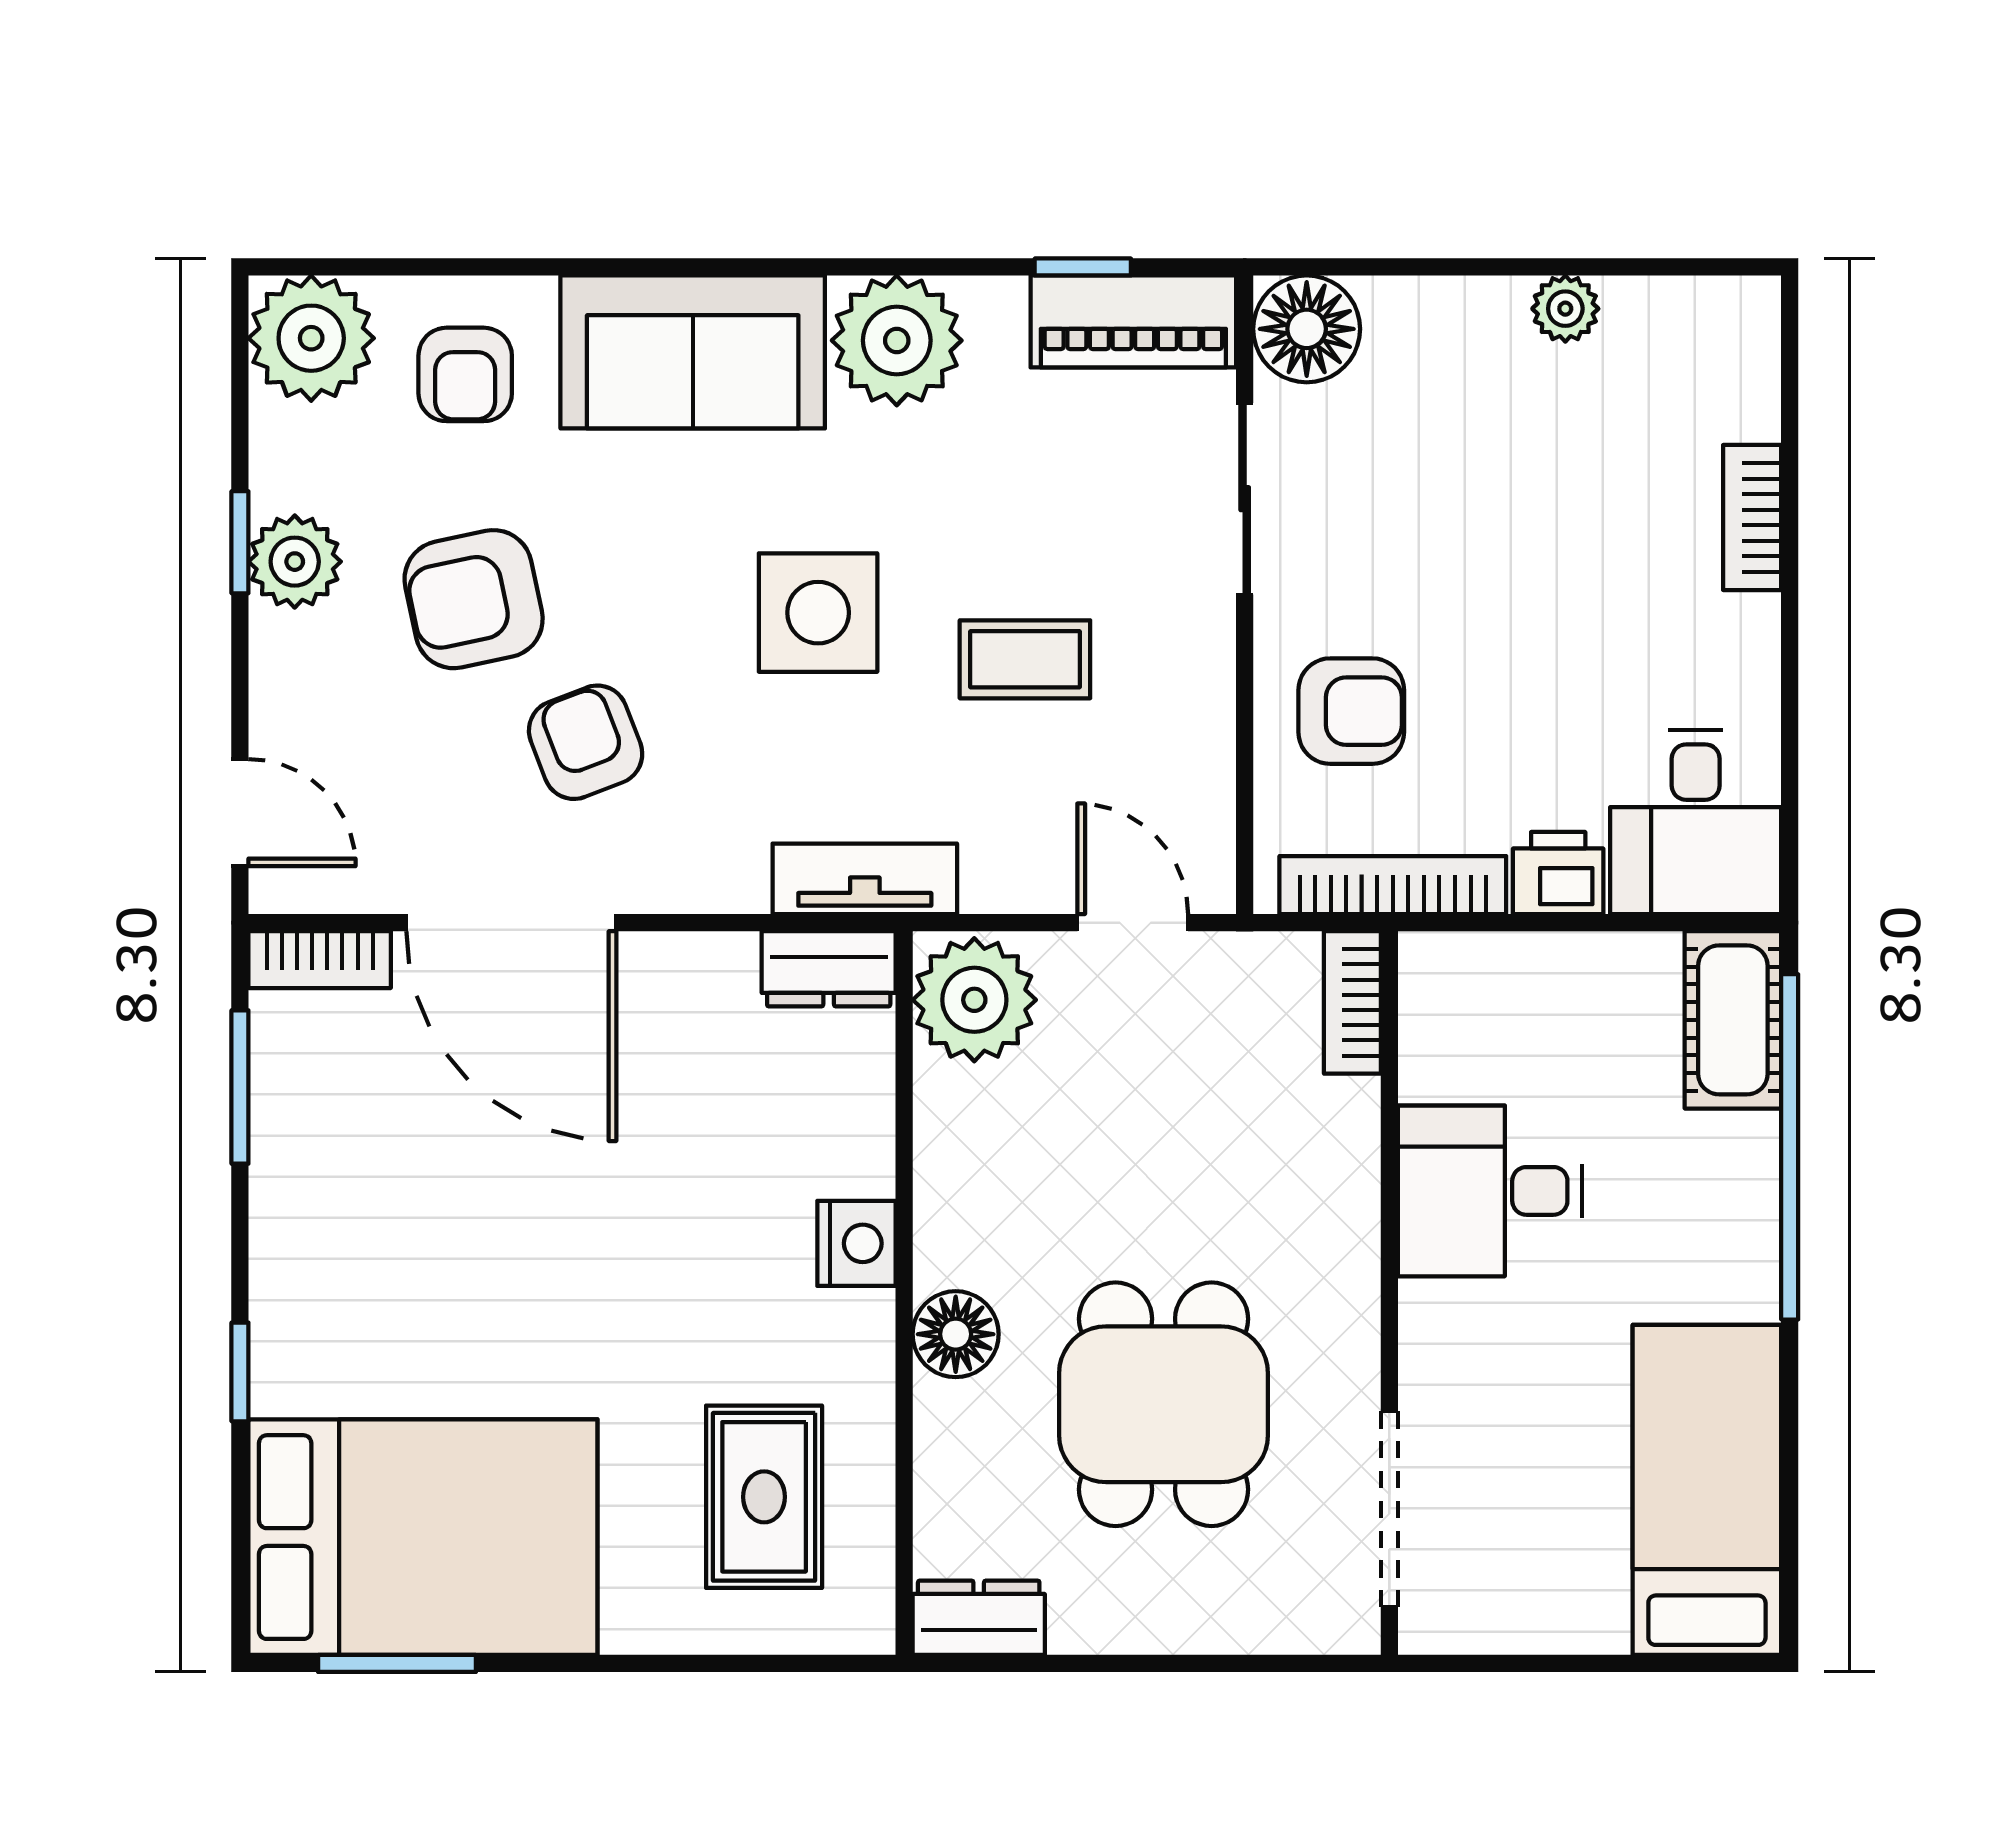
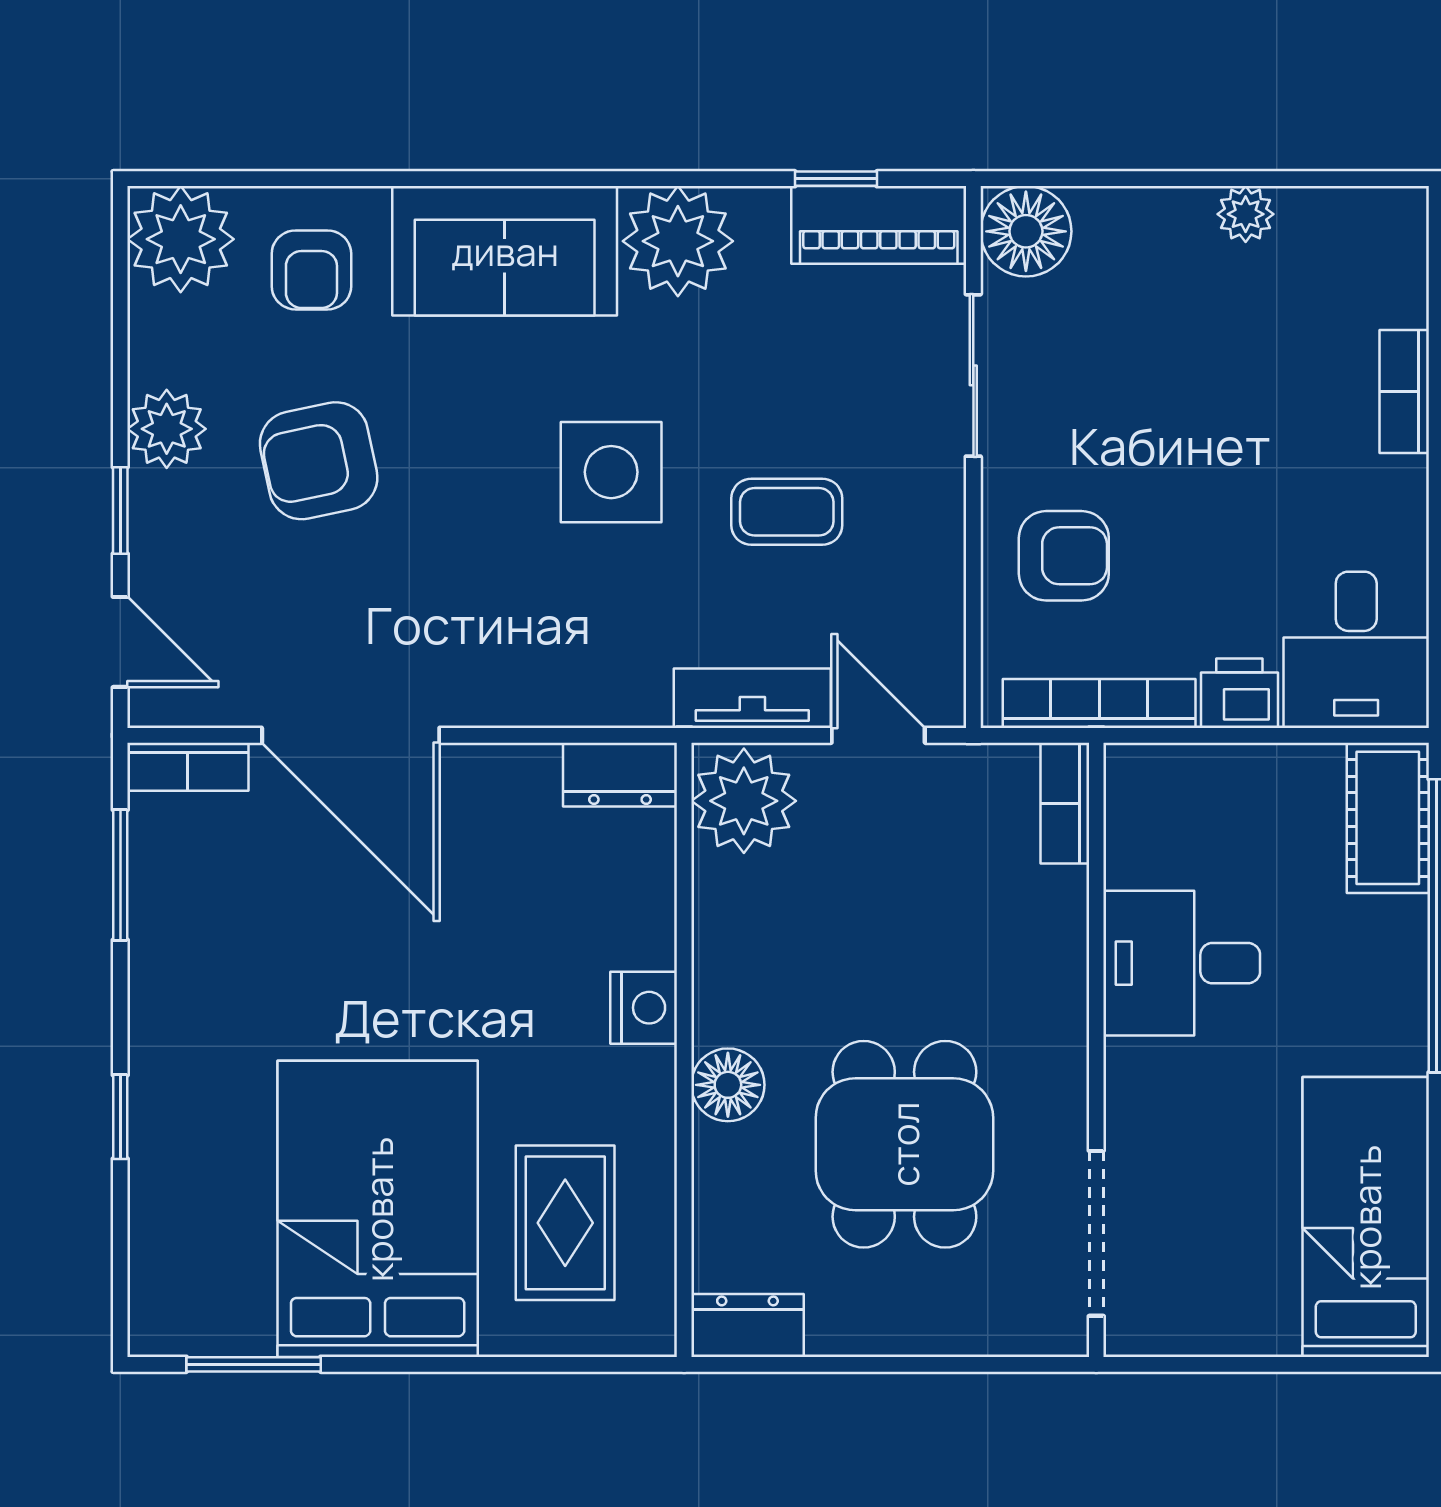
window: (240, 542) -> (120, 510), moved
armchair: (586, 742) -> (414, 582), removed
tv unit: (865, 879) -> (752, 698), moved
bed: (423, 1537) -> (378, 1209), moved, turned -90

